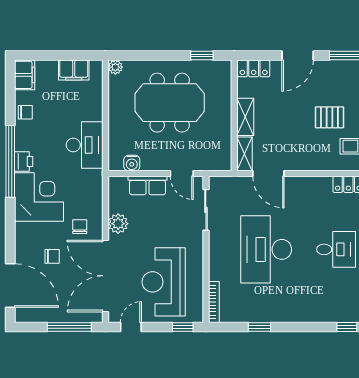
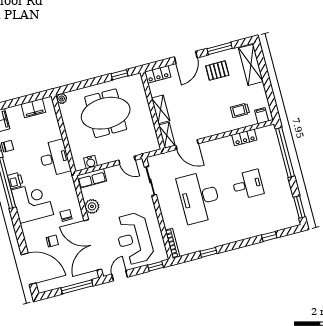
pallet: (329, 117) -> (217, 71), moved
row of seats: (147, 186) -> (92, 178), moved

